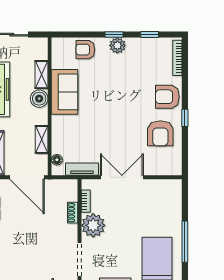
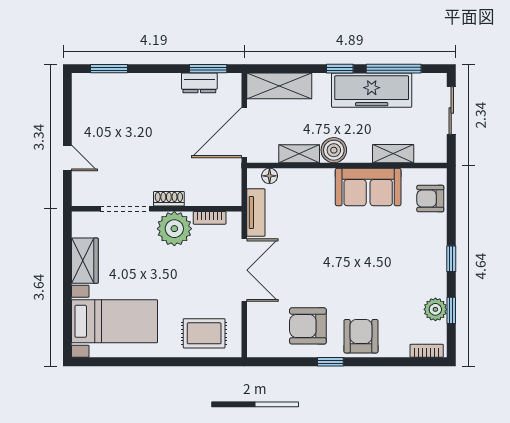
plant: (117, 45) -> (435, 309), moved
armchair: (85, 50) -> (430, 199), moved, turned -90
bookcase: (177, 58) -> (427, 351), width x0.64
boiler: (39, 99) -> (334, 150), moved
rug: (165, 205) -> (204, 333), added
shoe rack: (73, 213) -> (169, 199), moved
window: (185, 242) -> (151, 362), removed

